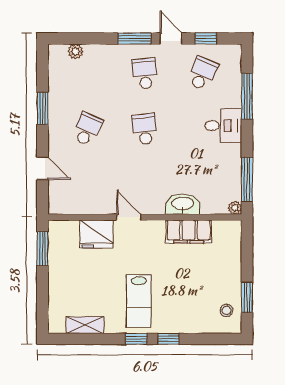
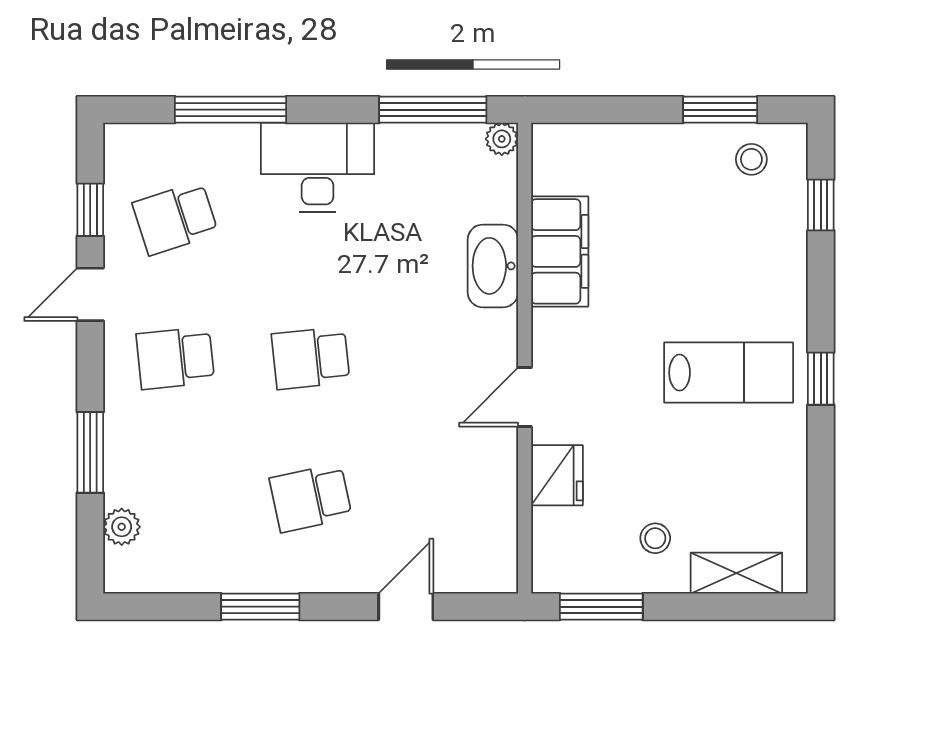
window: (134, 38) -> (90, 452), moved
school desk: (202, 73) -> (175, 218), turned -42
desk: (223, 126) -> (318, 167), width x1.37
school desk: (87, 129) -> (311, 498), turned -36
fridge: (97, 234) -> (557, 475), width x0.73, depth x0.75
stool: (71, 271) -> (655, 538), added
shelving: (85, 325) -> (736, 573), moved, turned 90
window: (169, 339) -> (821, 205), moved

